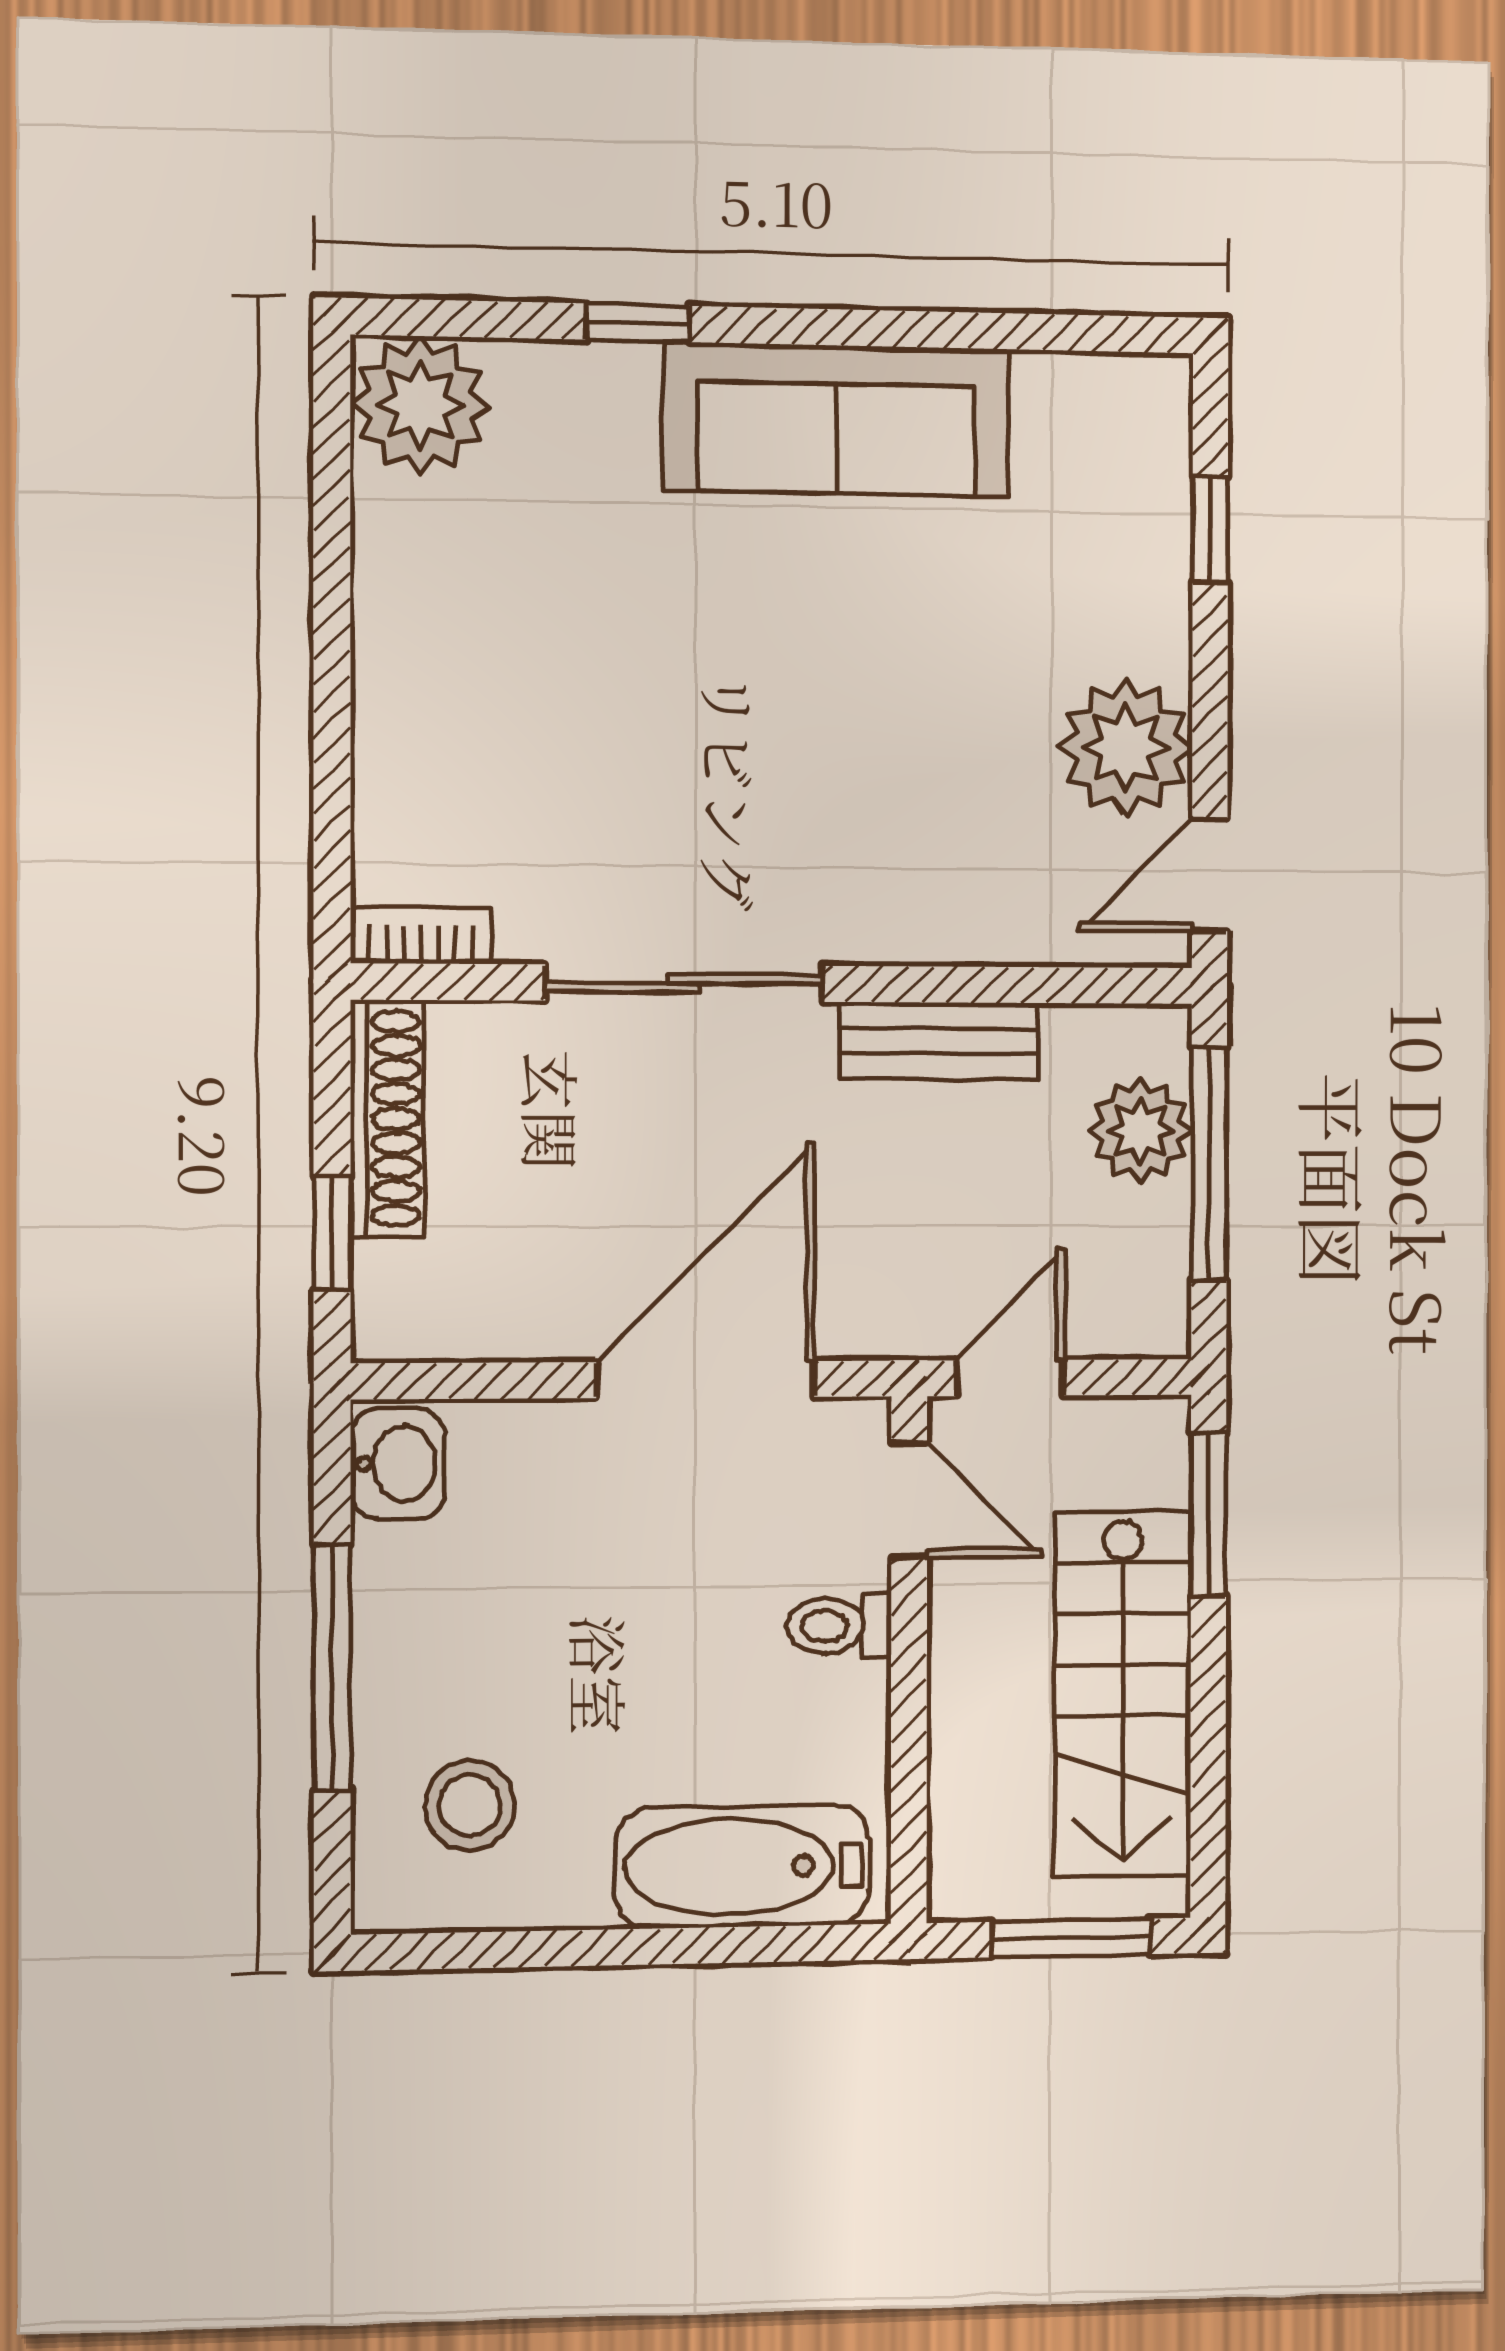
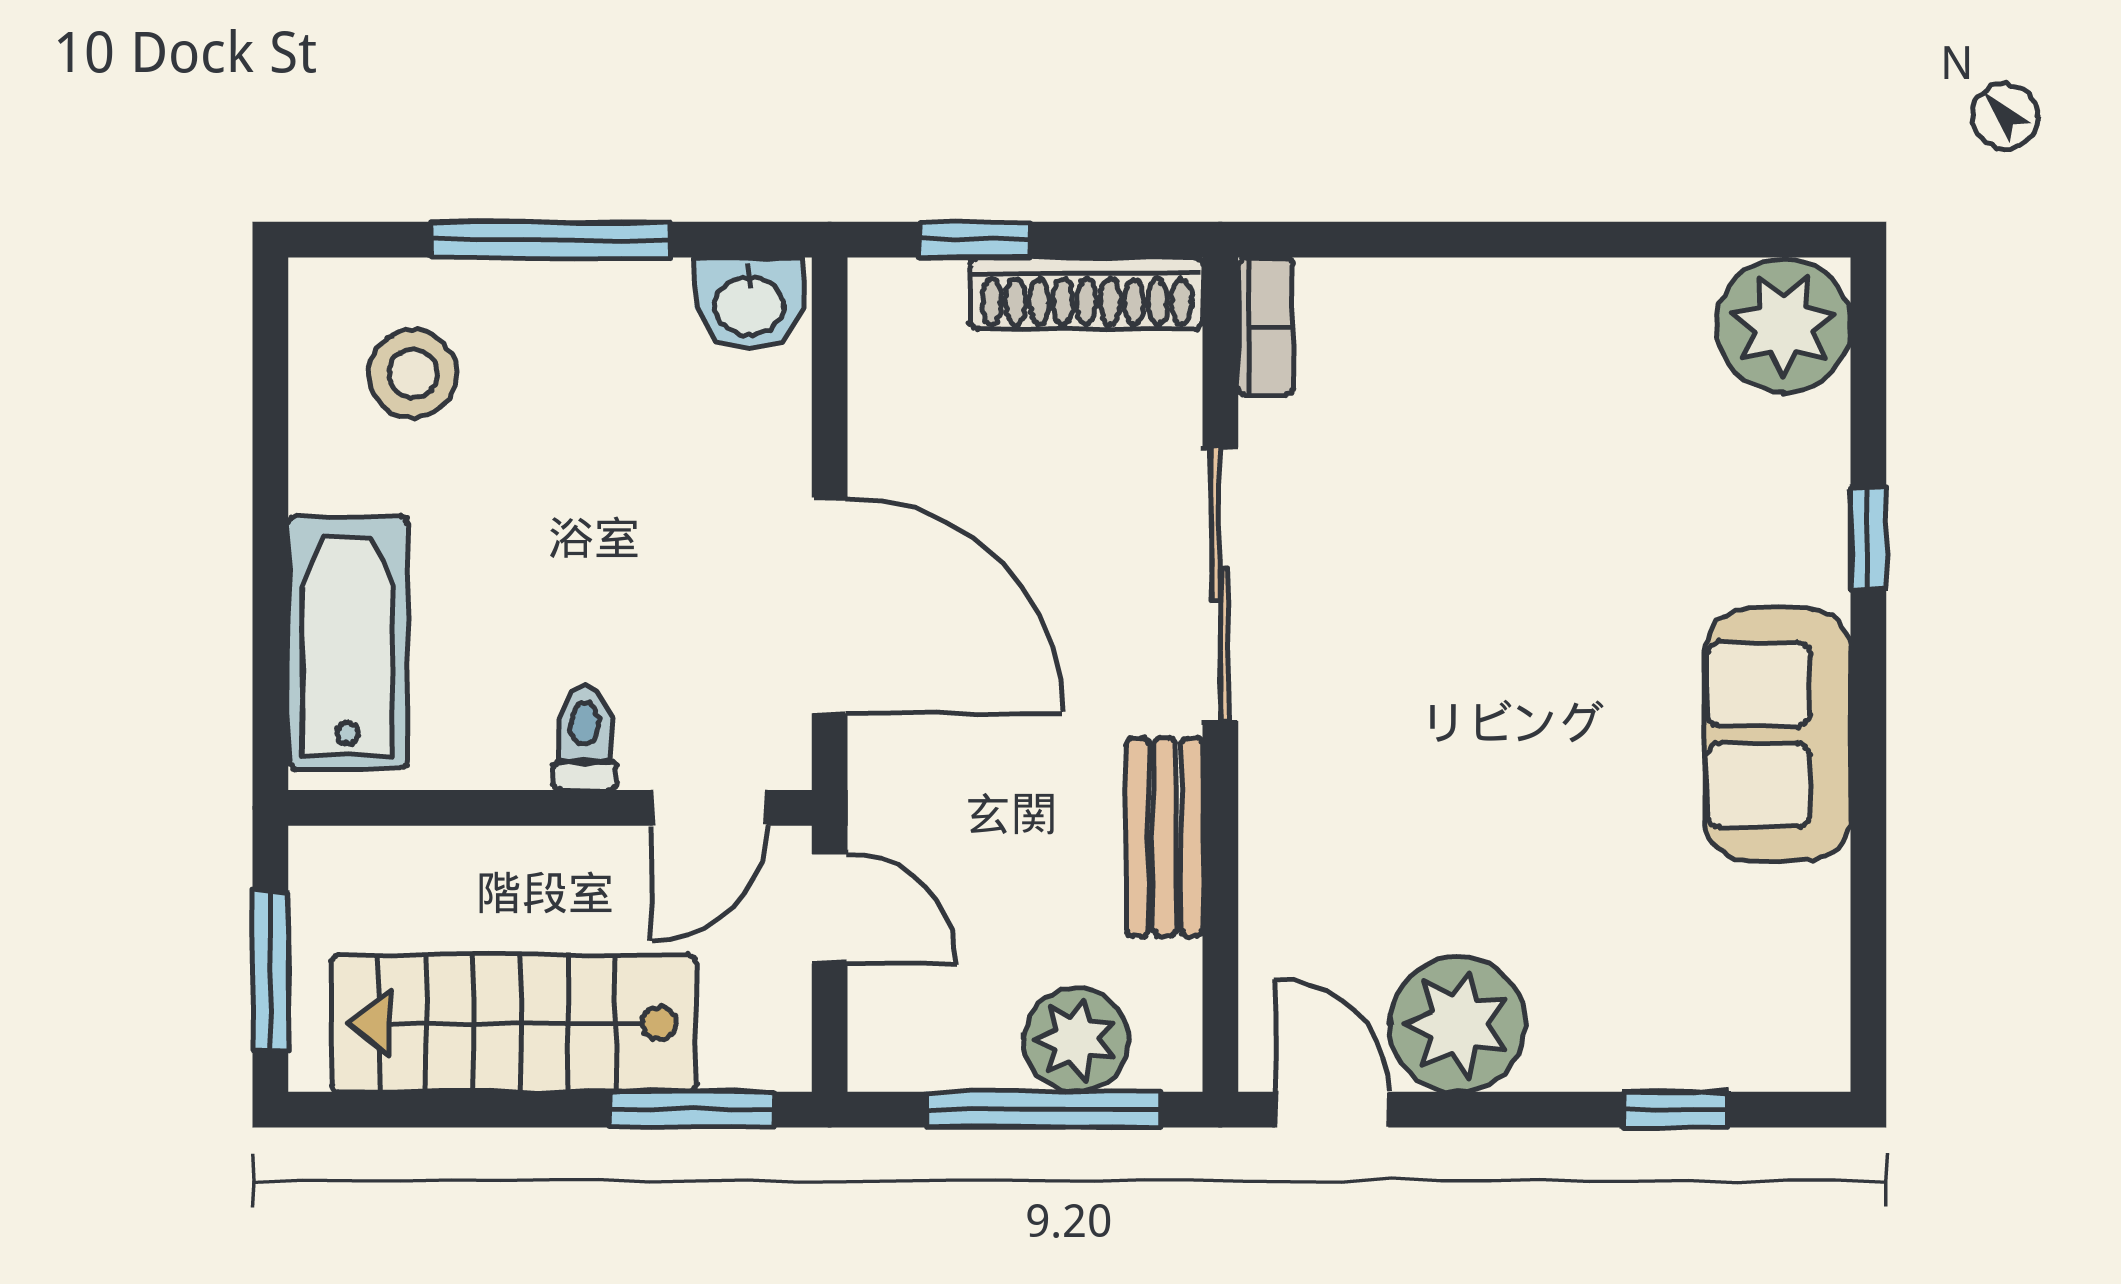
sofa: (837, 419) -> (1778, 735), width x0.73

